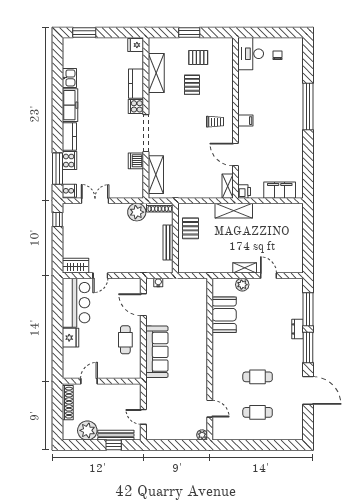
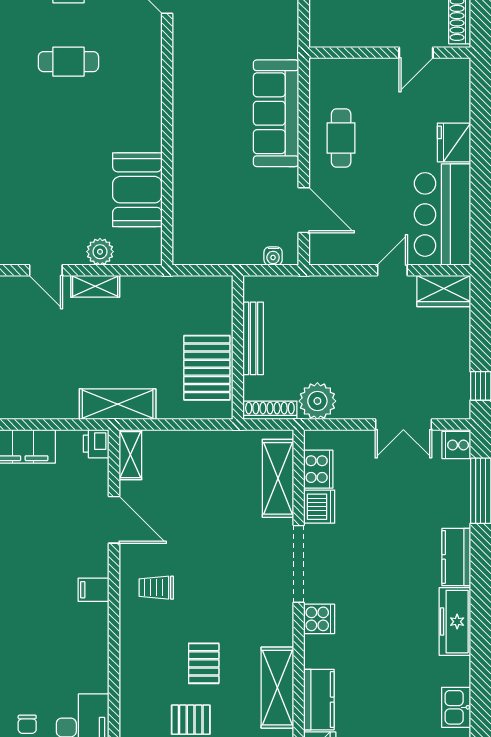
kitchen sink: (69, 78) -> (456, 707), moved
kitchen counter: (136, 84) -> (319, 700), moved
cooker: (69, 161) -> (318, 469), moved, turned 180
pallet: (190, 228) -> (207, 368), width x1.50, depth x1.42

